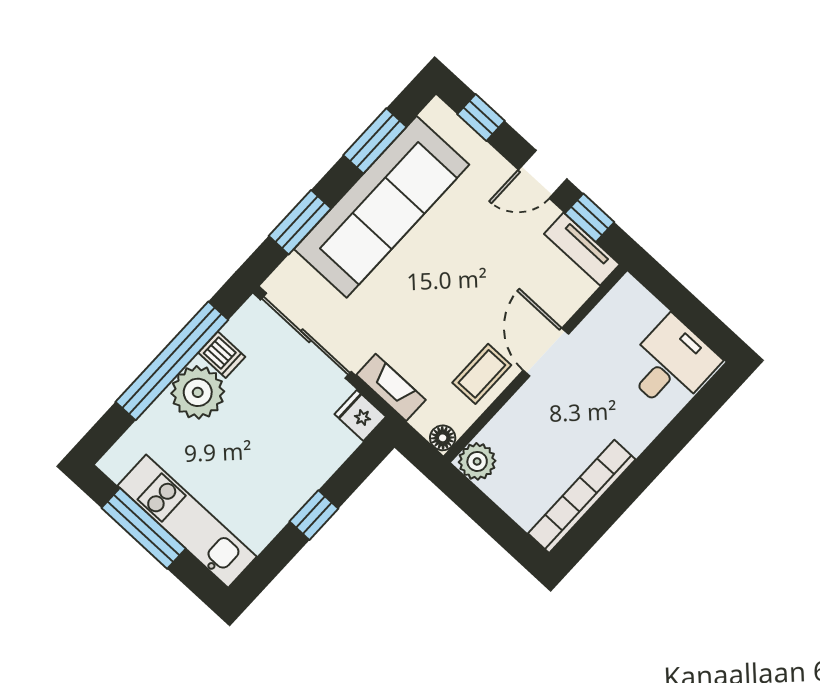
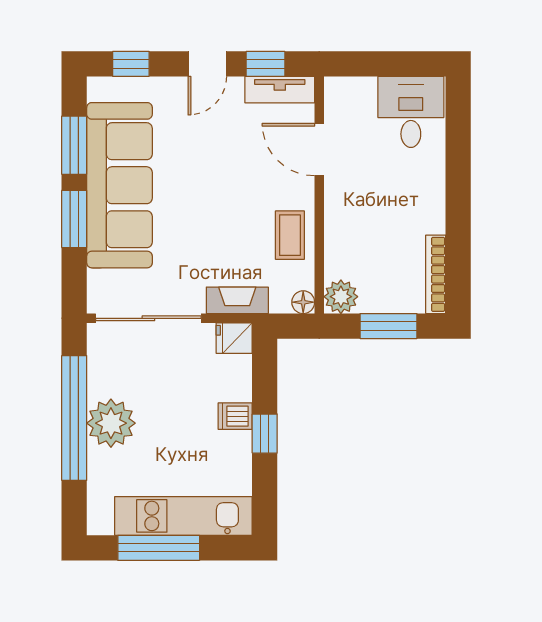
window: (300, 222) -> (74, 219), moved
door: (546, 352) -> (319, 150), moved
dishwasher: (222, 355) -> (235, 416), moved, turned 180
bookcase: (582, 496) -> (436, 274), width x0.68, depth x0.76
window: (494, 521) -> (389, 326), added

